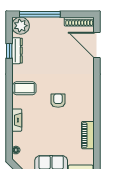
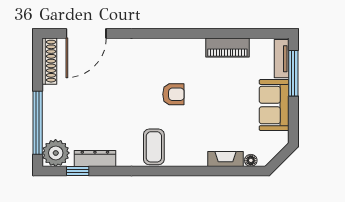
window: (9, 51) -> (78, 171), moved
armchair: (58, 101) -> (173, 94), turned 180
fireplace: (17, 120) -> (226, 159), moved

